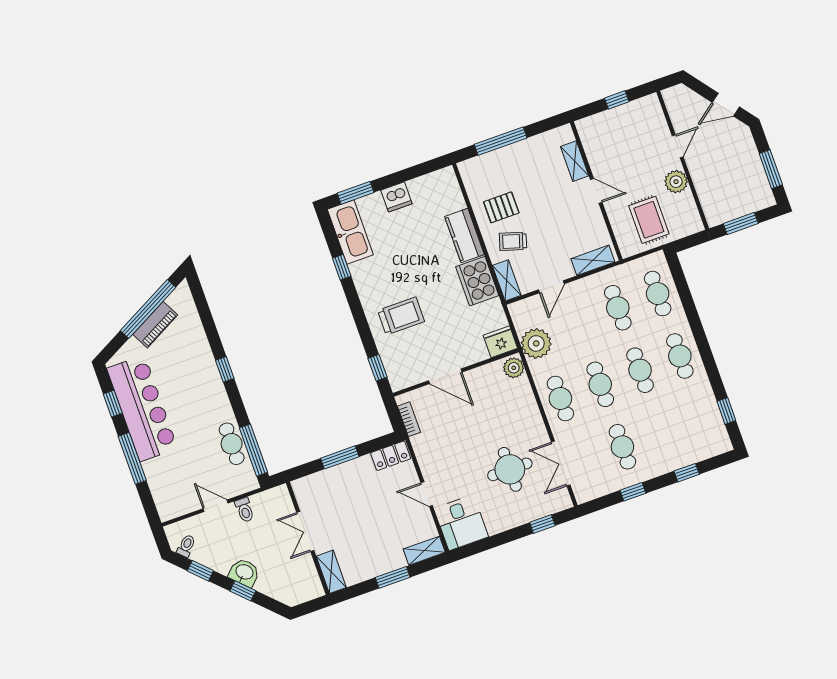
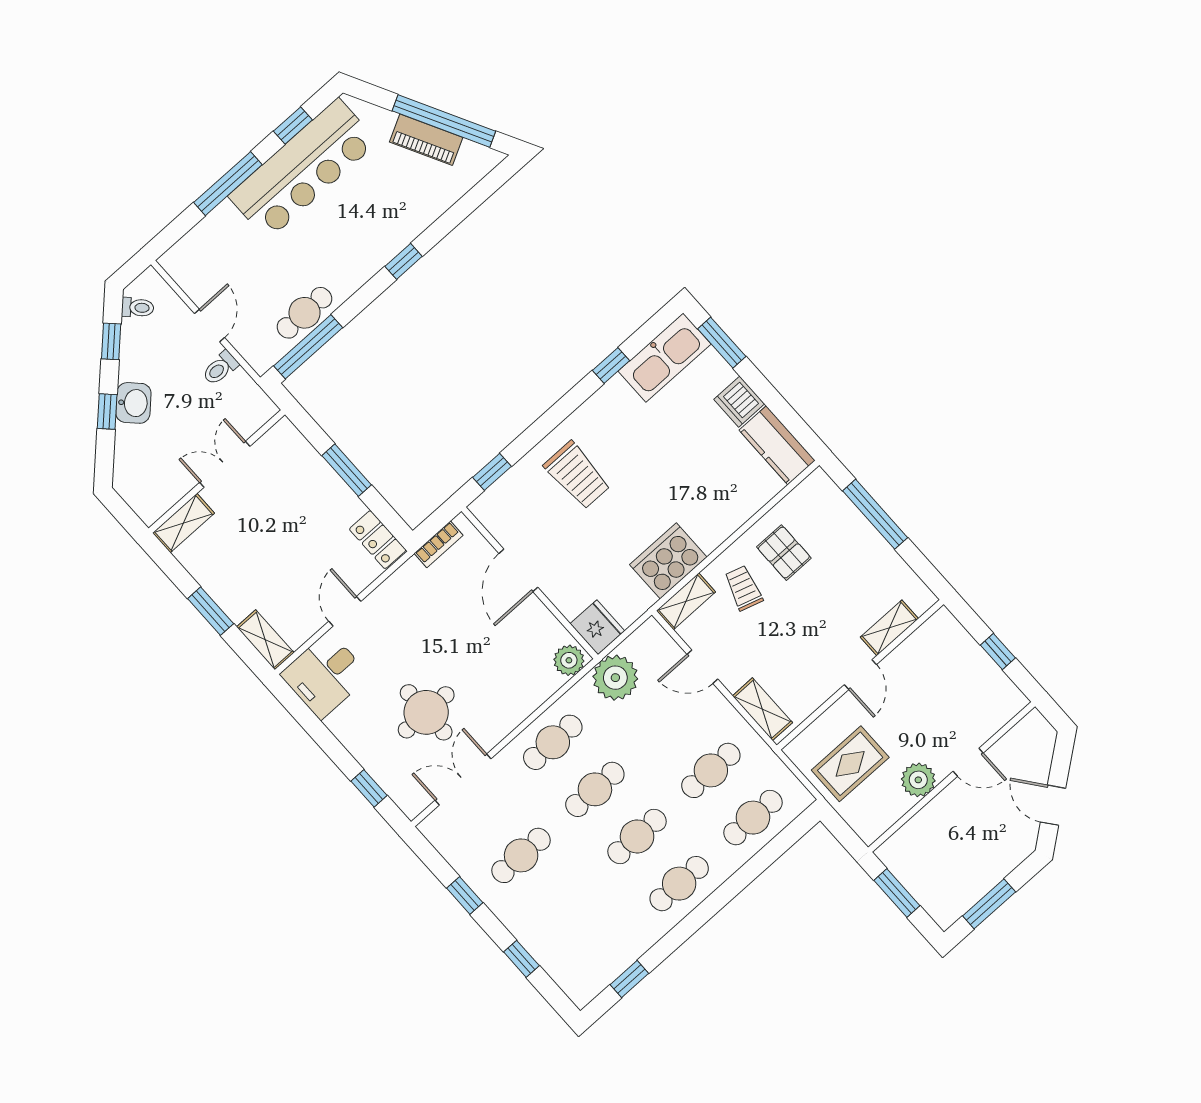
kitchen counter: (464, 236) -> (777, 445), moved, turned -90

